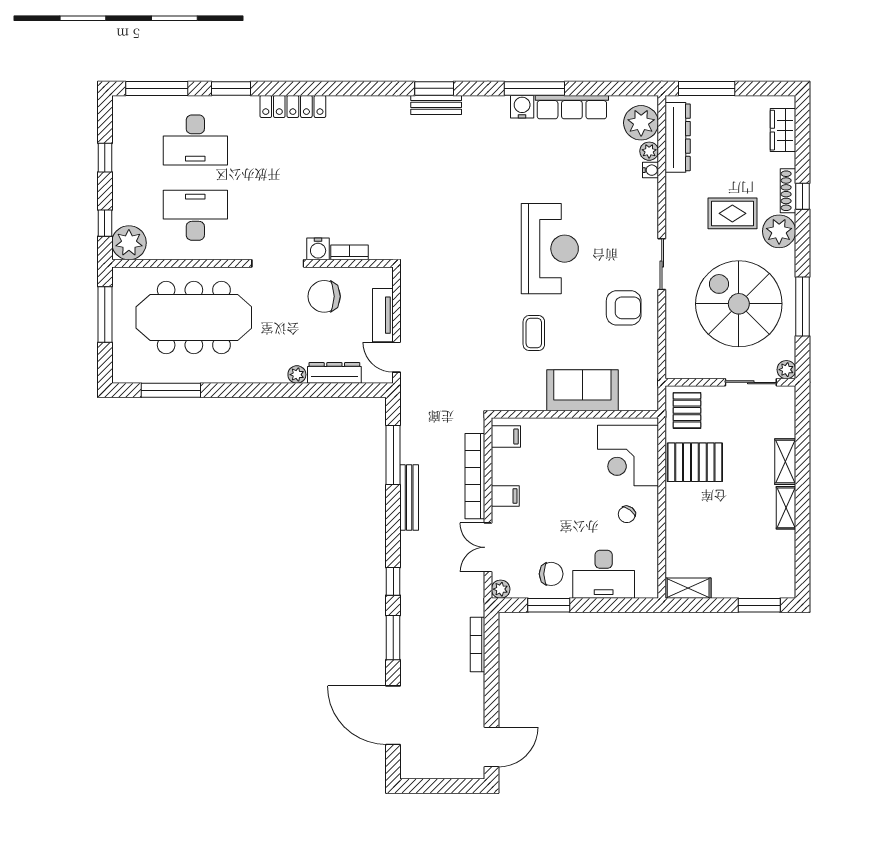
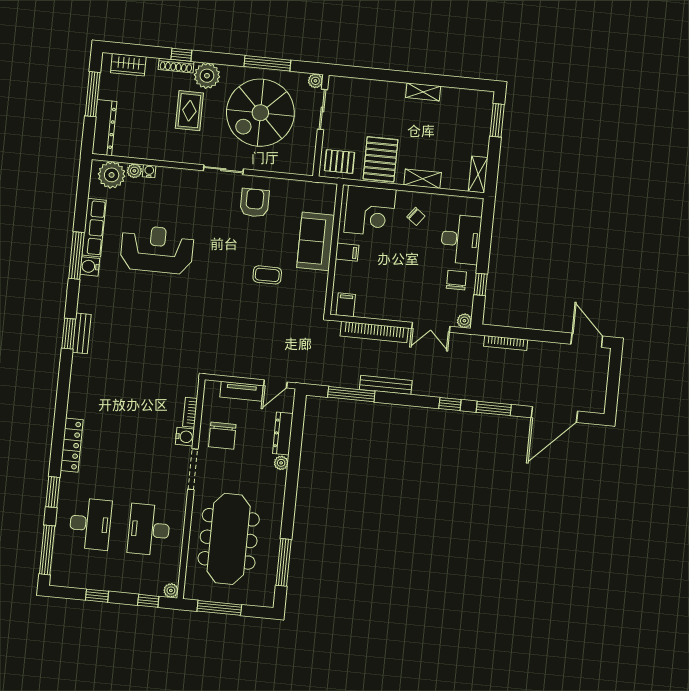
window: (707, 88) -> (93, 94), moved
dresser: (678, 137) -> (104, 128), moved, turned 90
plant: (129, 243) -> (171, 590), width x0.53, depth x0.53
reception desk: (550, 249) -> (157, 249), moved
shelving: (785, 462) -> (423, 179), moved
filing cabinet: (505, 496) -> (347, 252), moved, turned 90
window: (549, 605) -> (481, 284), width x0.67

